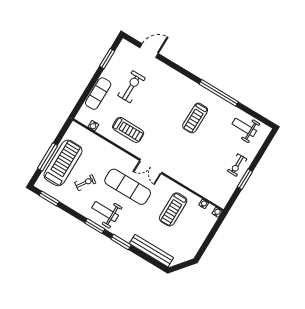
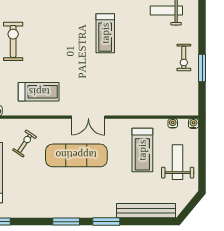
exercise bike: (85, 183) -> (25, 143), moved
weight bench: (105, 212) -> (178, 162), moved, turned 90

